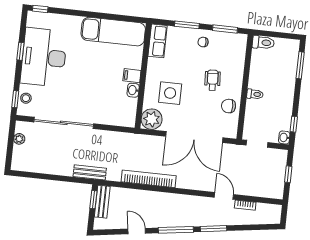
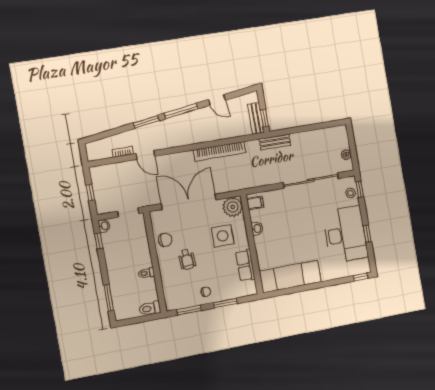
row of seats: (158, 41) -> (245, 265), moved
filing cabinet: (132, 76) -> (255, 203), moved
toilet: (255, 94) -> (146, 273), moved

